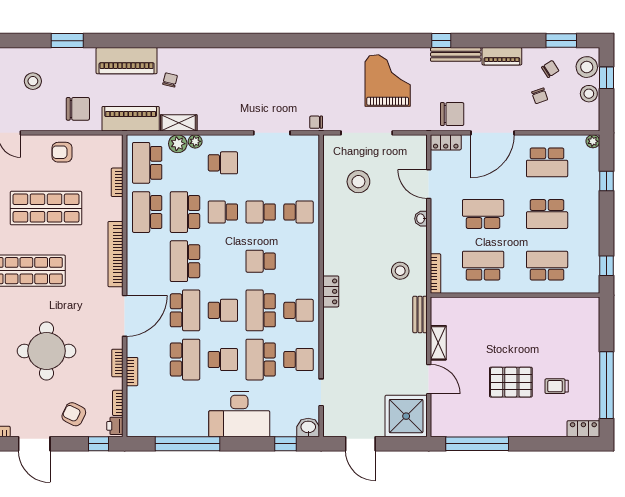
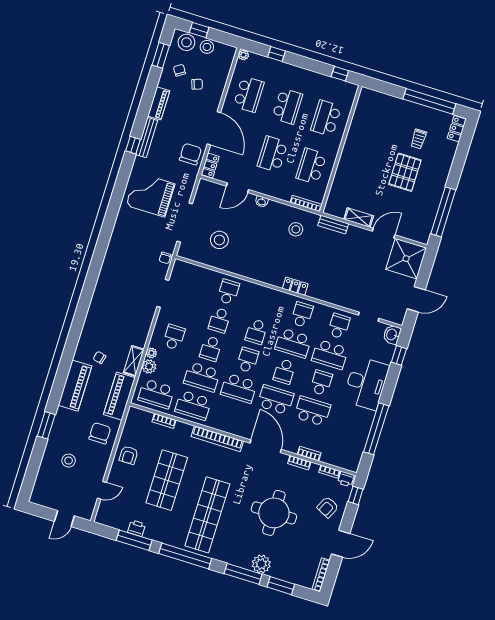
school desk: (223, 261) -> (248, 360), added
school desk: (223, 310) -> (284, 371), turned 180

